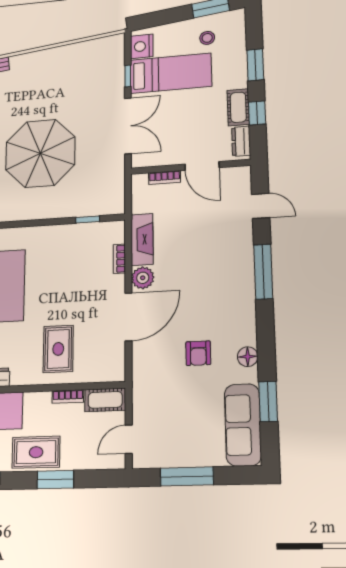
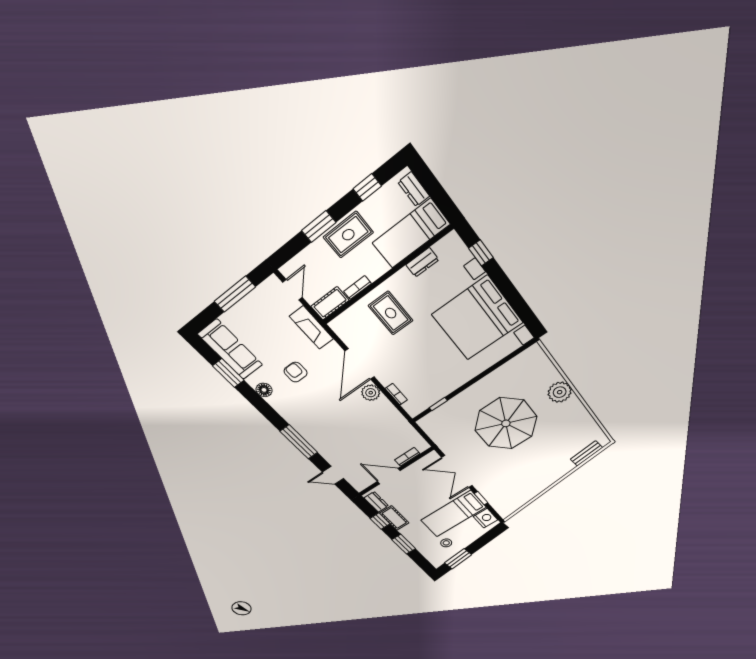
fireplace: (142, 239) -> (311, 328), moved

